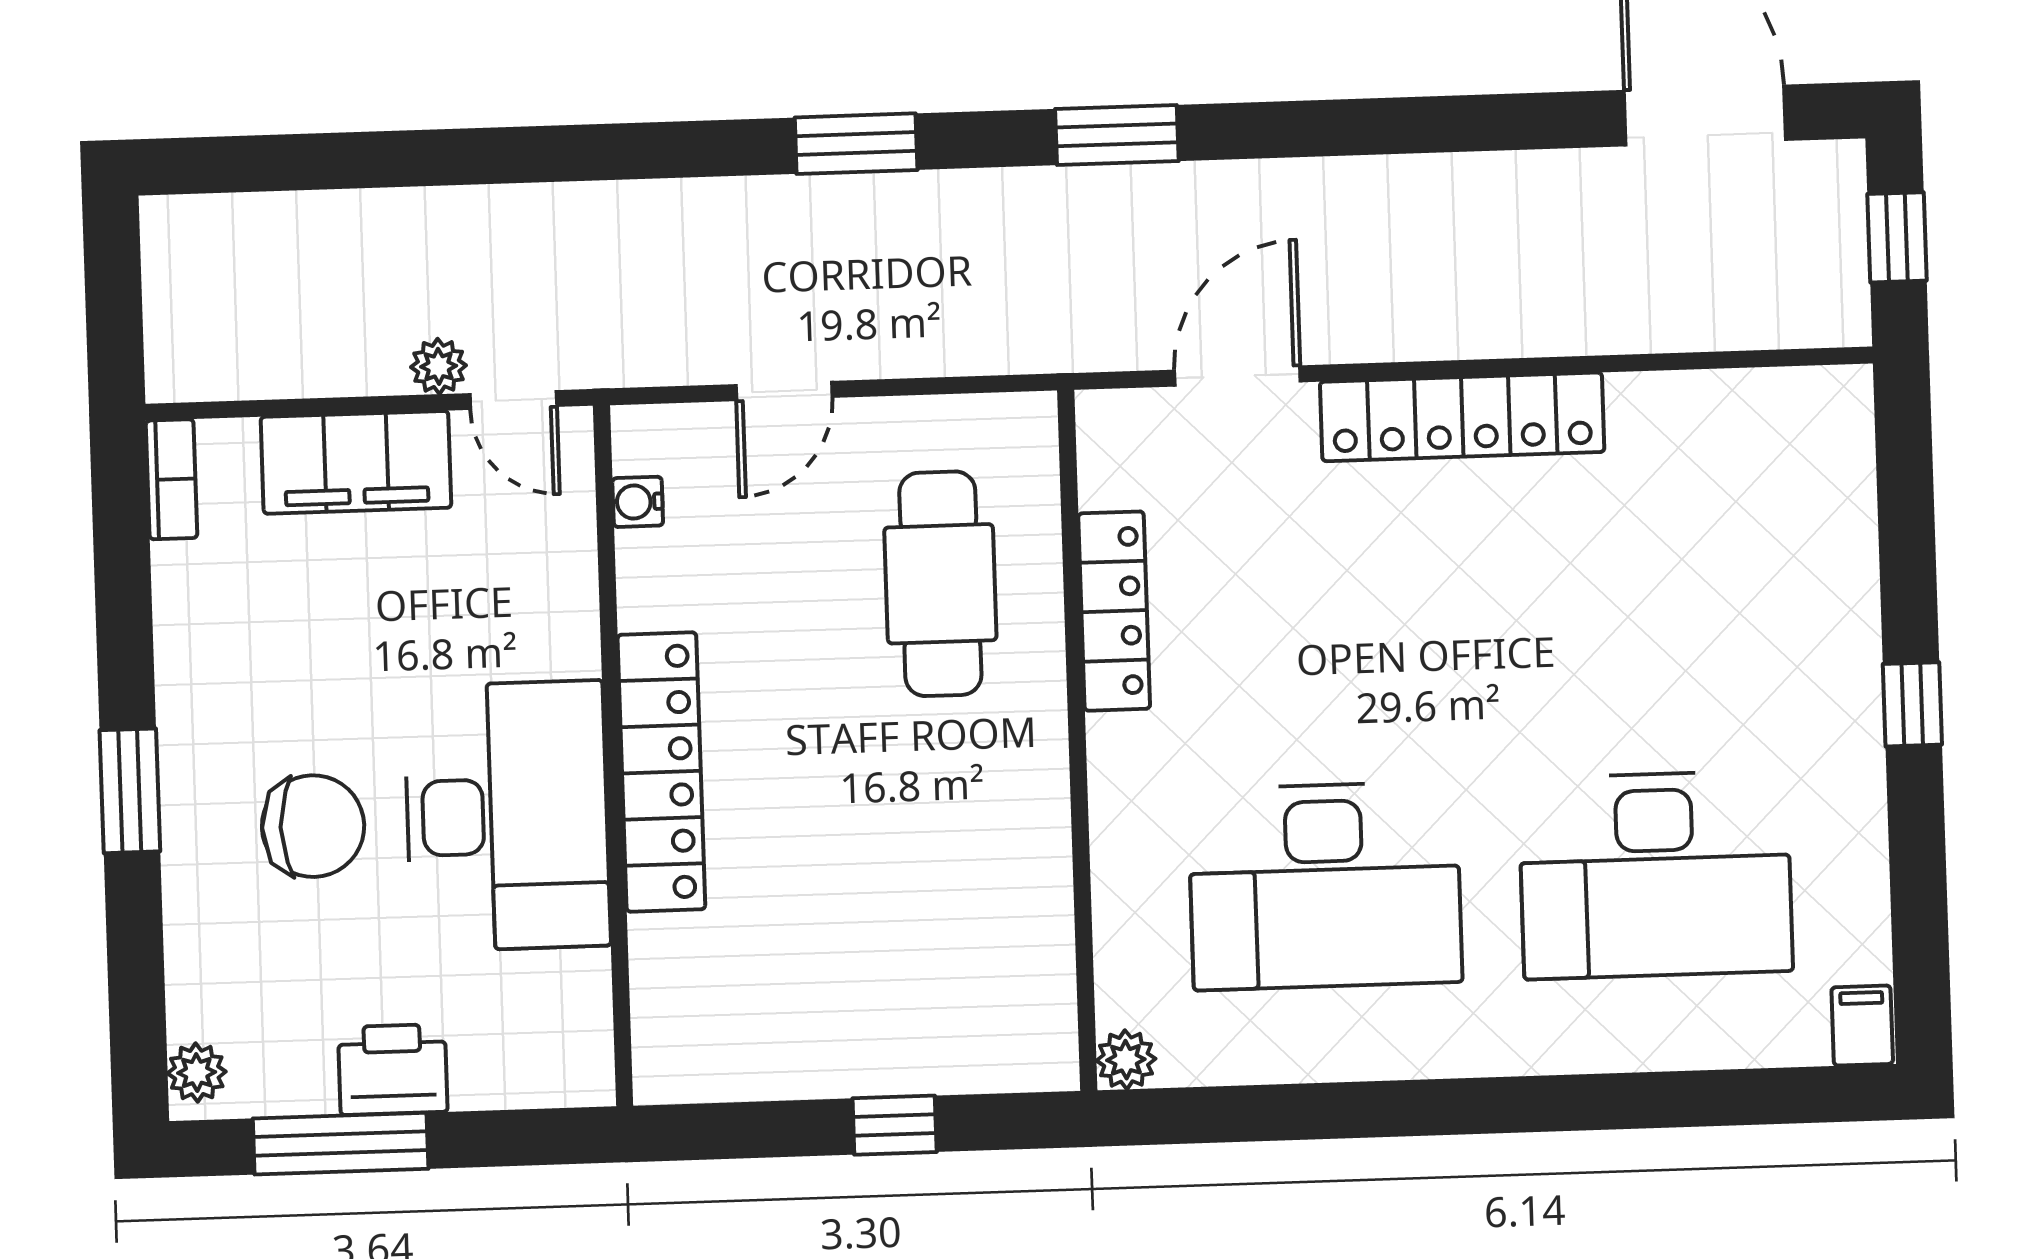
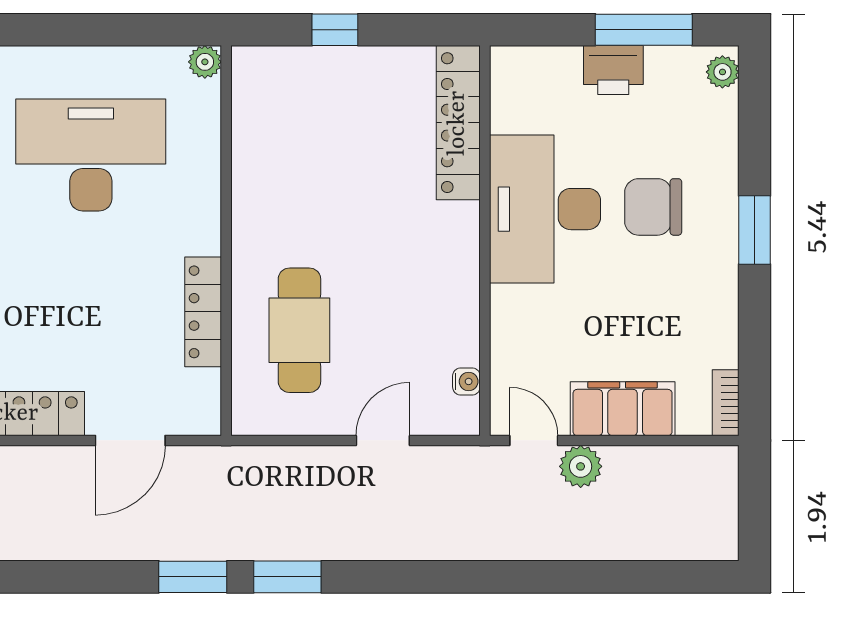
window: (856, 144) -> (287, 577), moved
plant: (439, 366) -> (581, 466), width x1.38, depth x1.38
locker: (661, 772) -> (458, 123), moved

